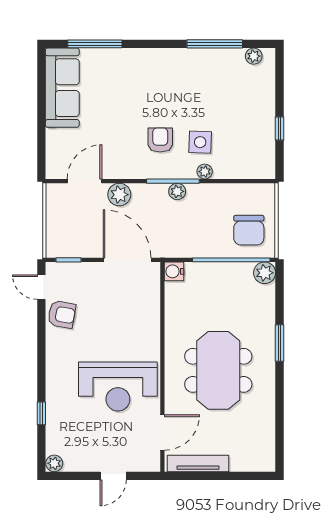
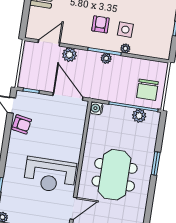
plant: (265, 273) -> (139, 116), moved

